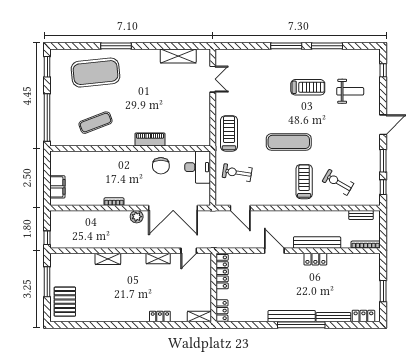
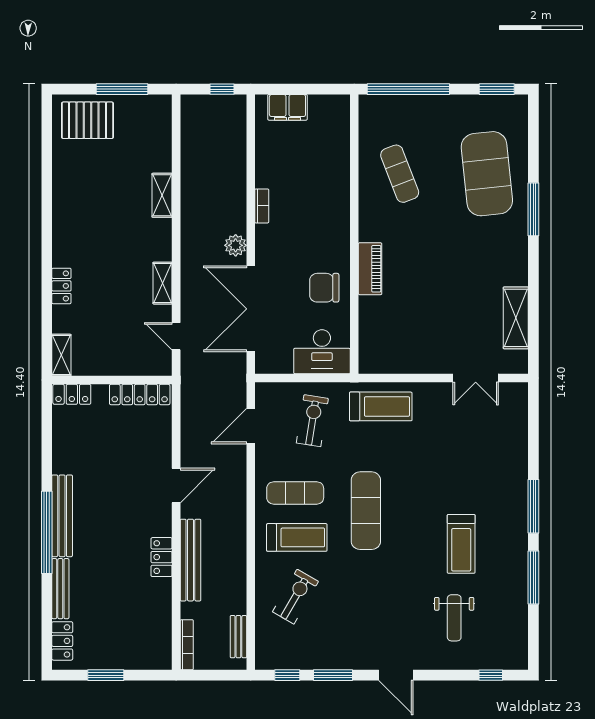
exercise mat: (279, 182) -> (295, 493), added
window: (47, 238) -> (222, 89), moved

